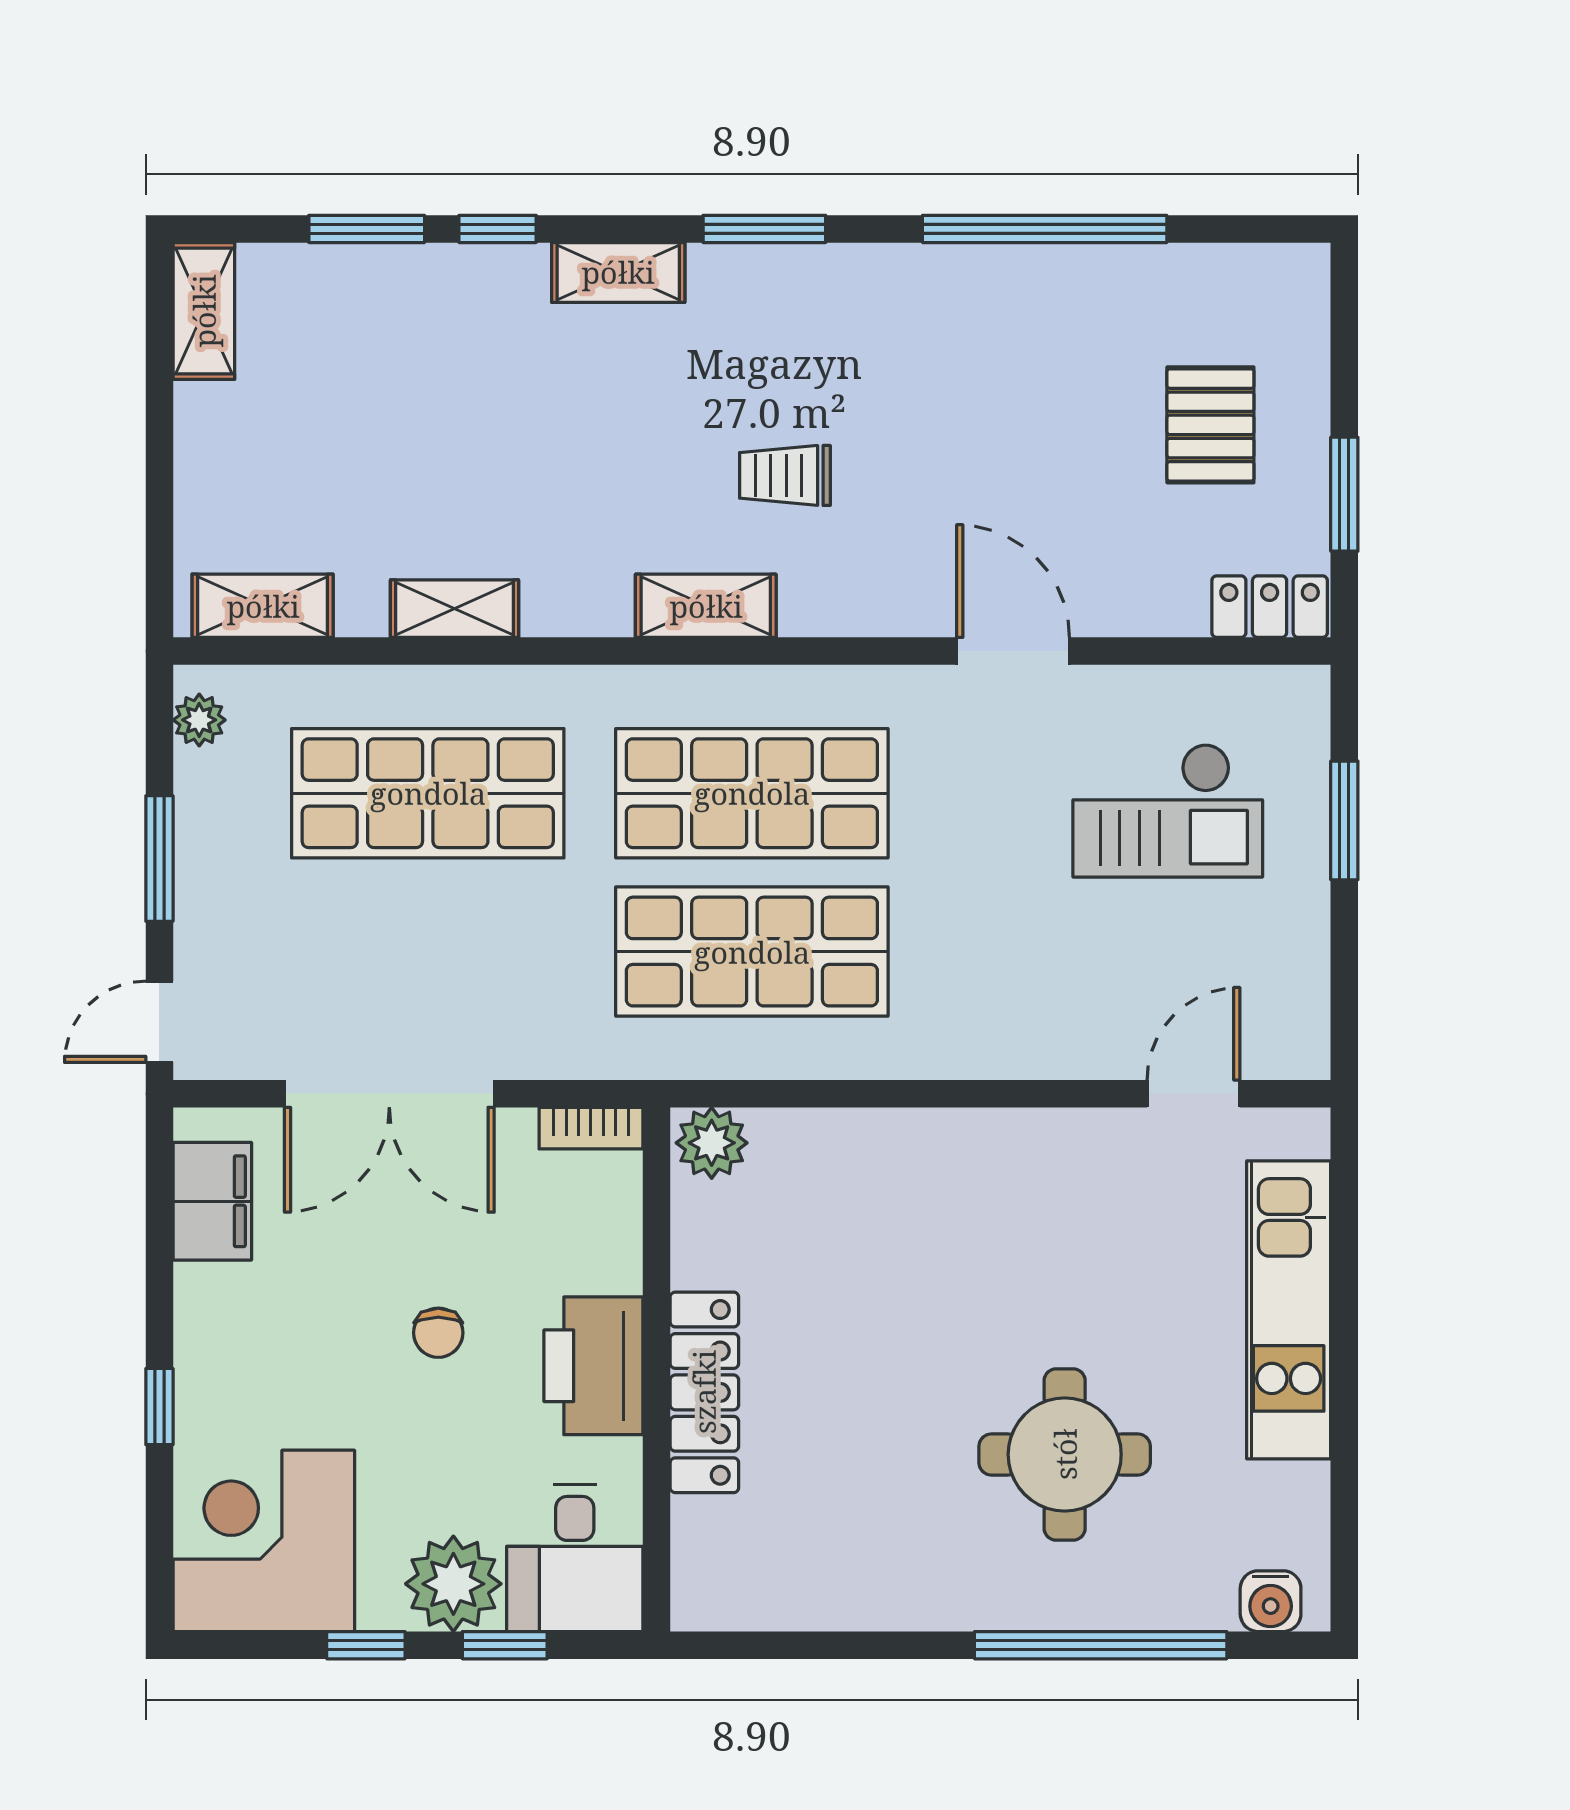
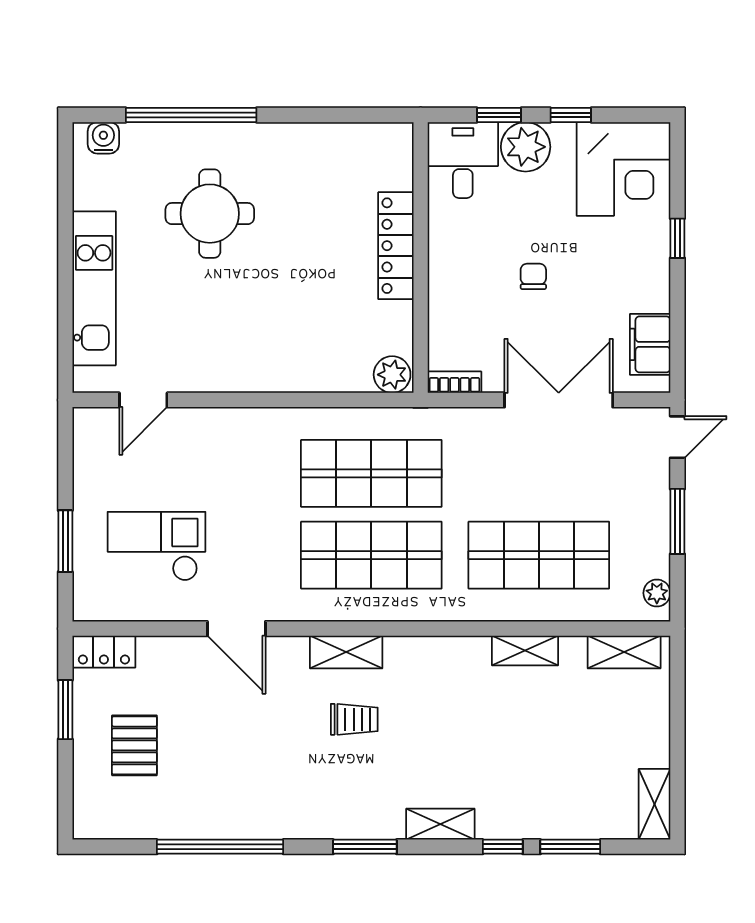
shelving: (706, 606) -> (346, 652), moved
printer: (593, 1366) -> (453, 259), removed

